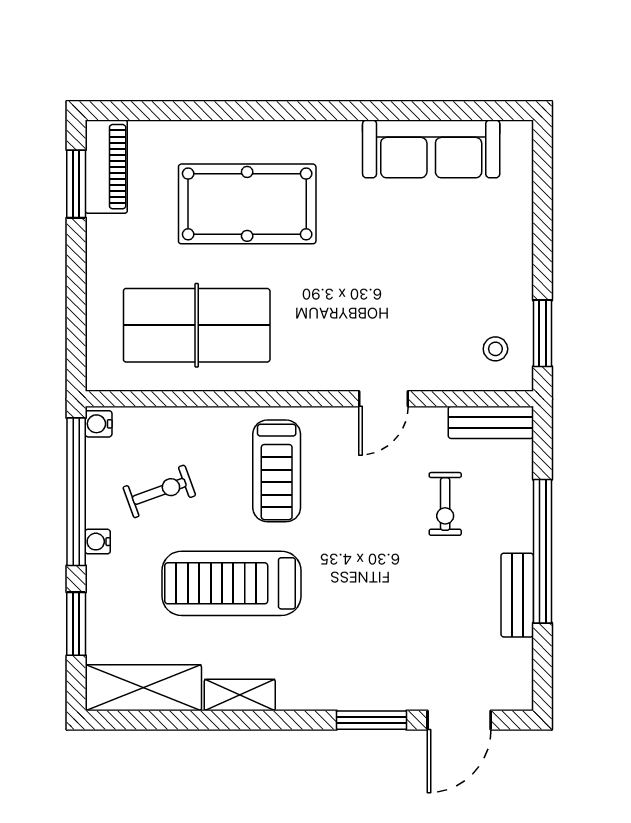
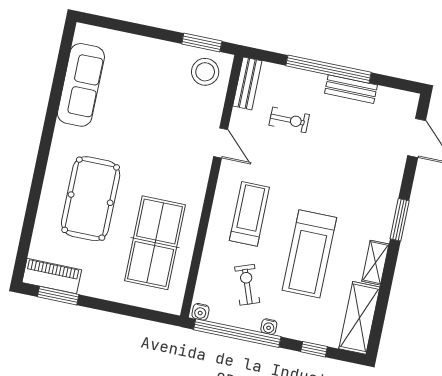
stool: (495, 349) -> (205, 72), width x1.89, depth x1.89
treadmill: (277, 471) -> (249, 214), turned -90
window: (76, 624) -> (314, 349), width x0.67
window: (372, 720) -> (400, 220), moved

